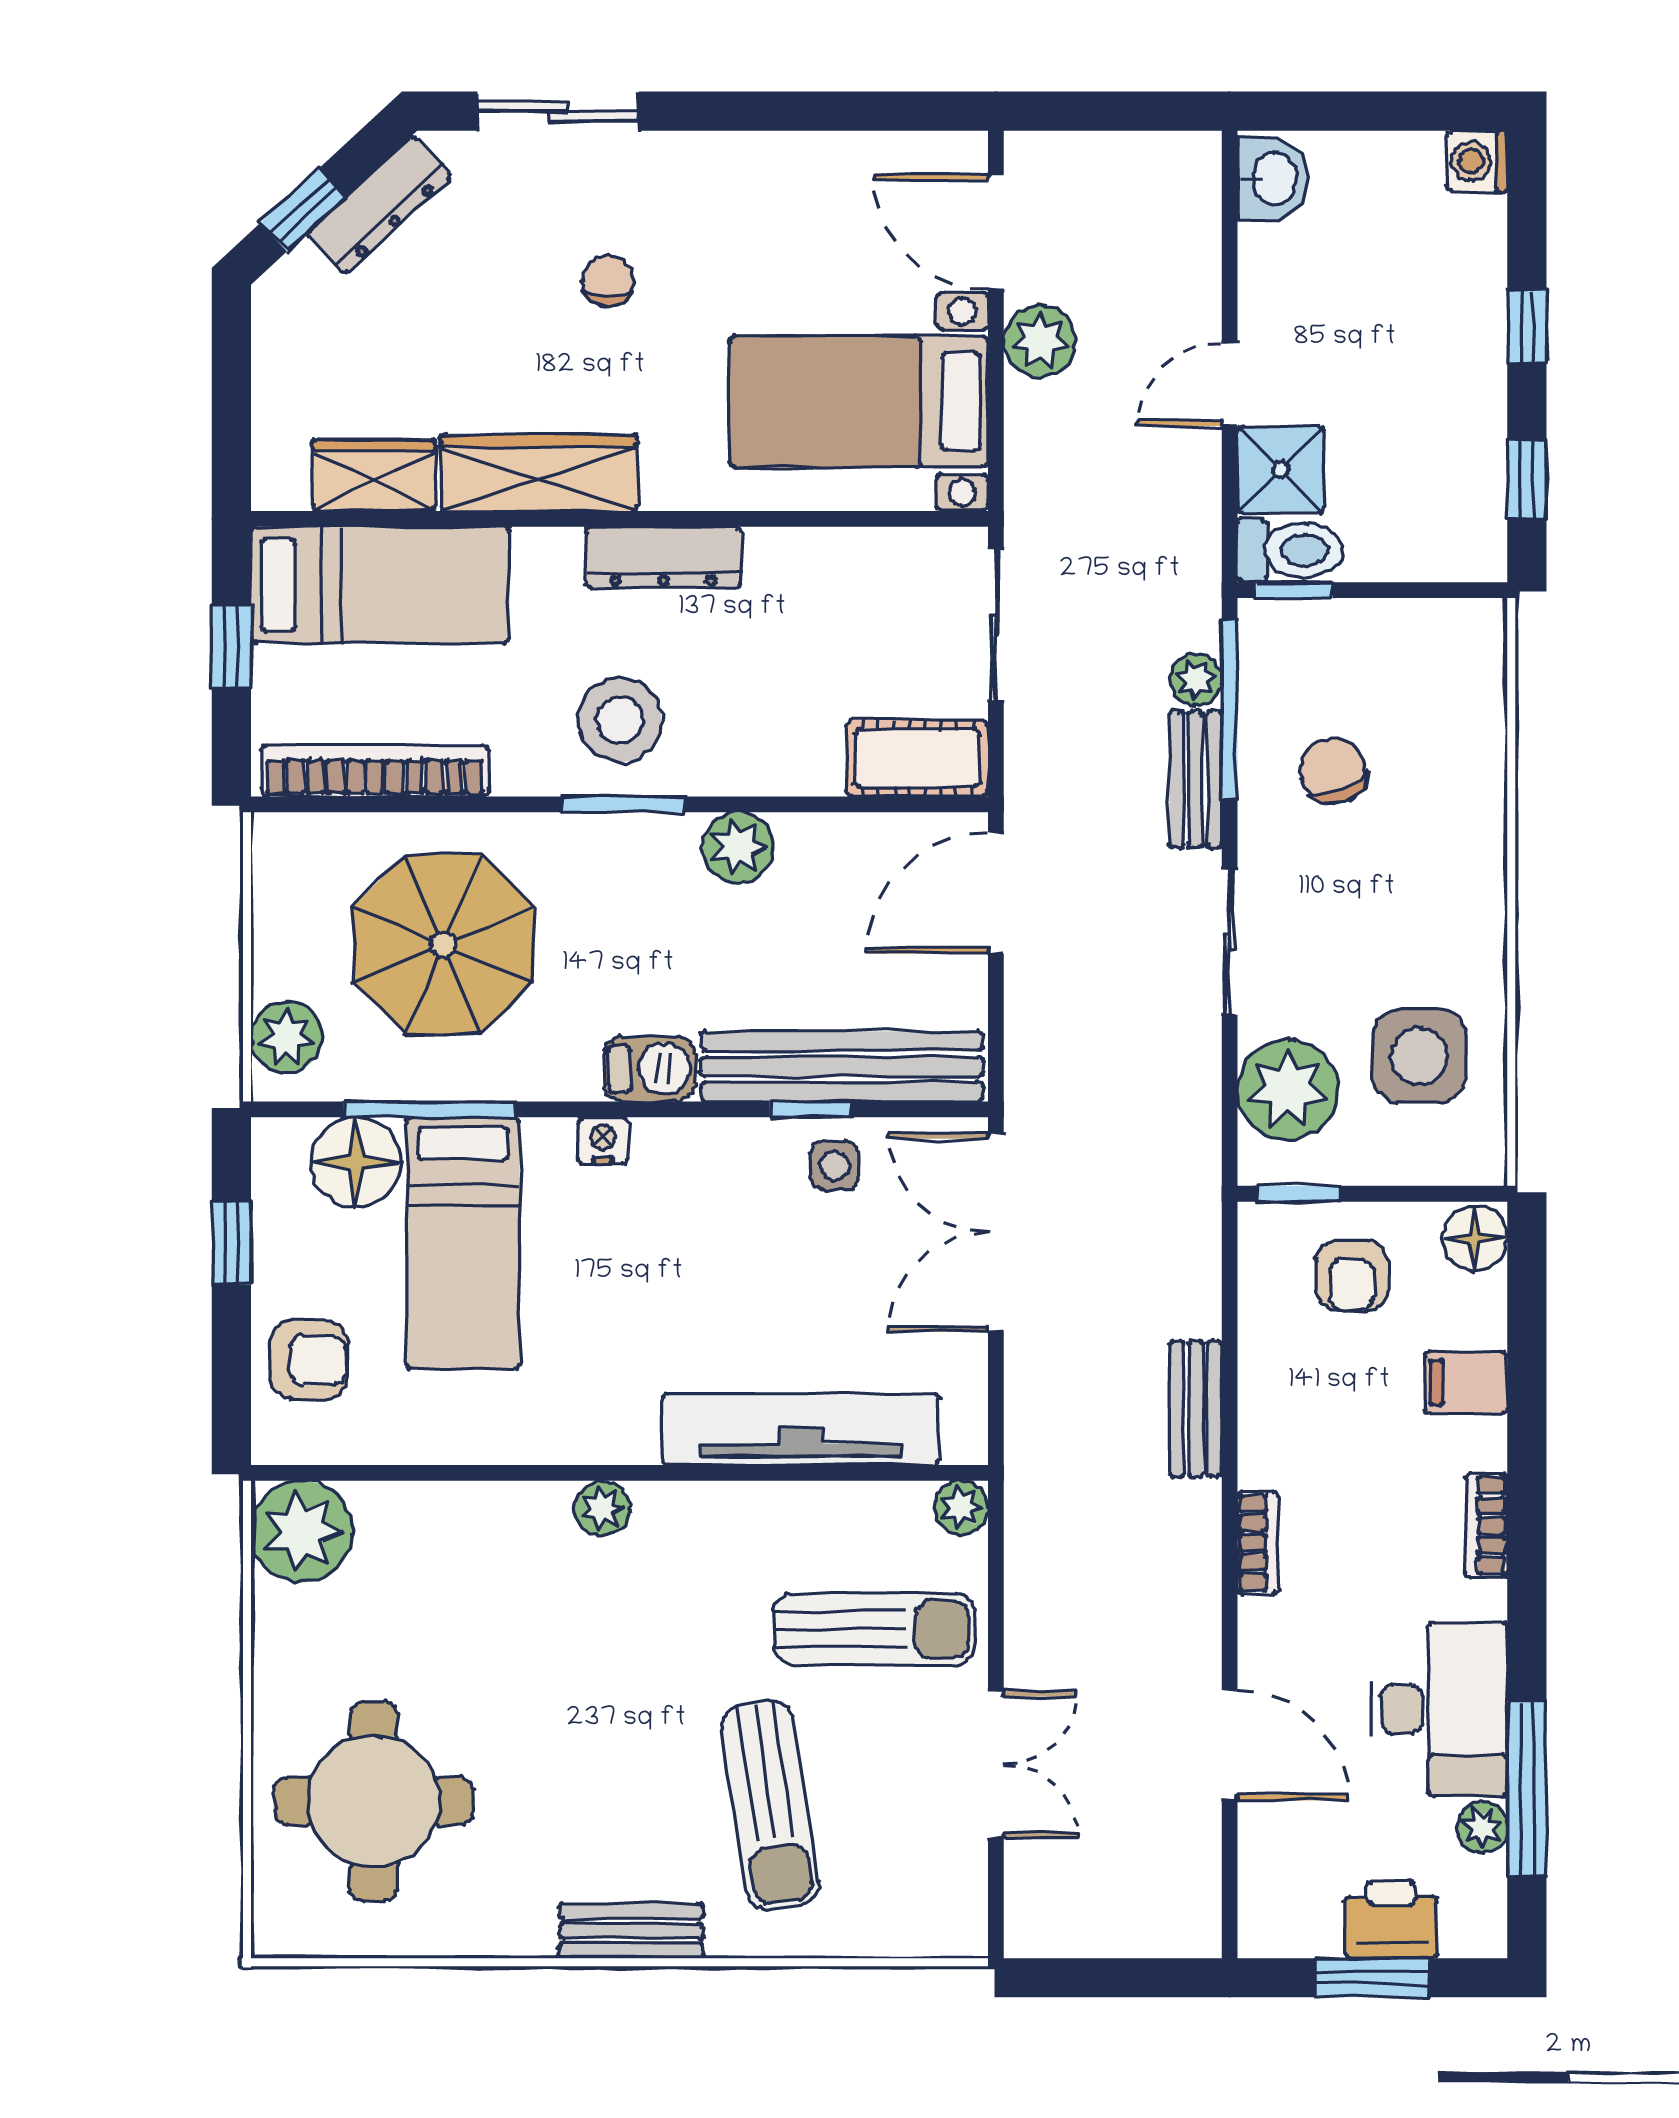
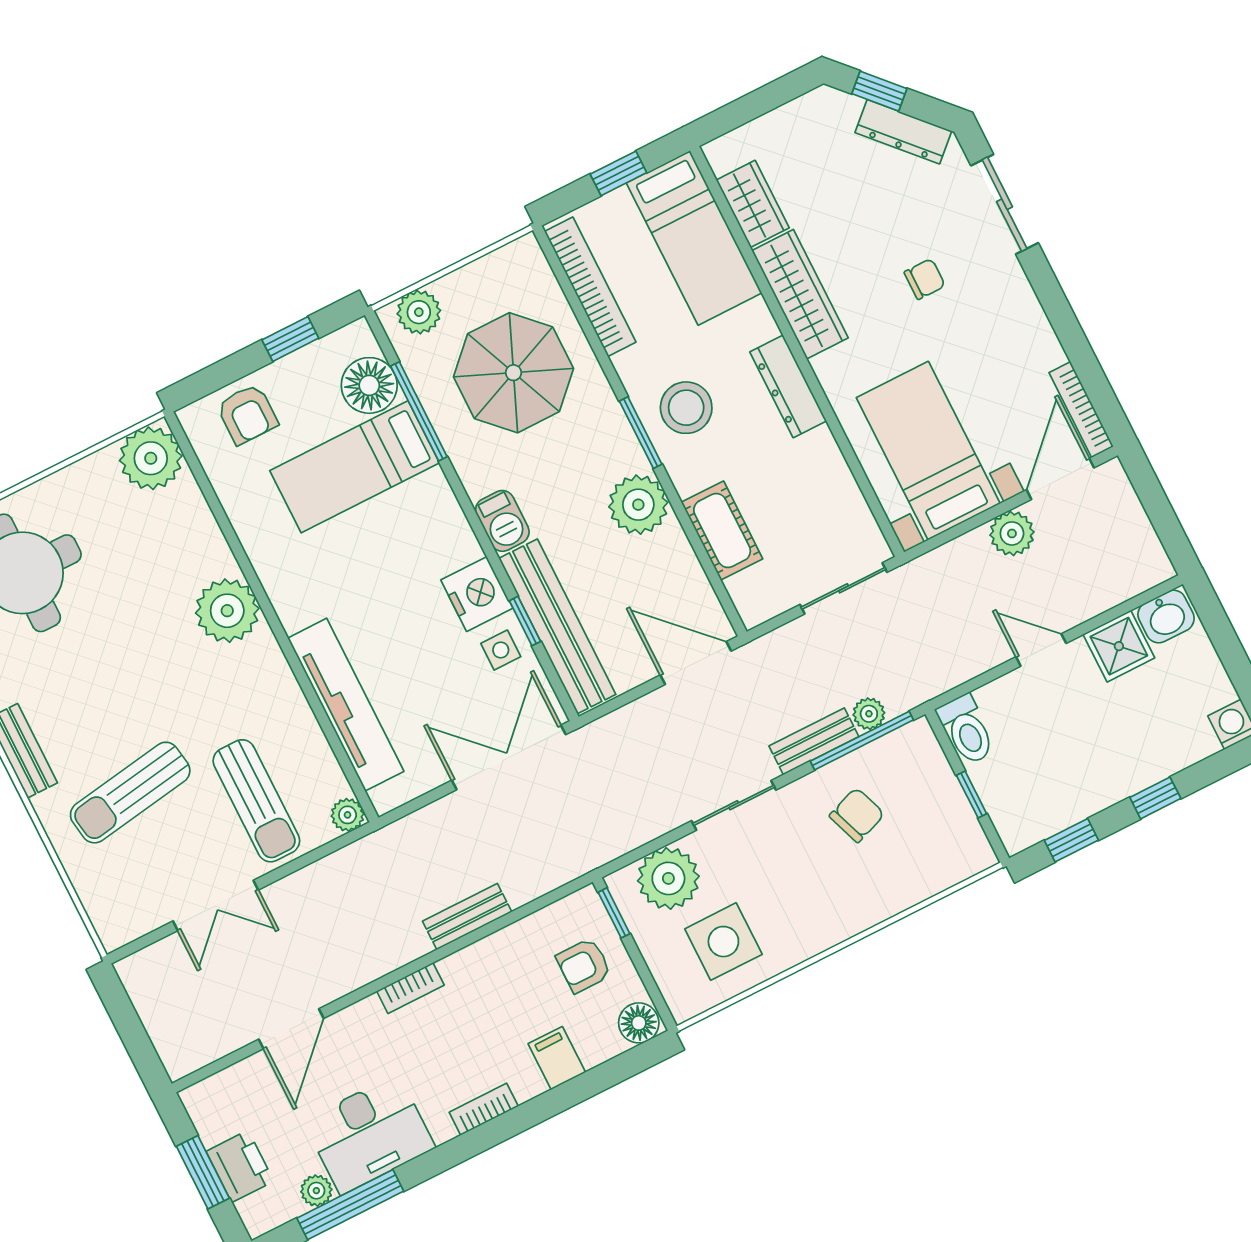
bookcase: (911, 150) -> (1081, 410), added
shower: (1281, 470) -> (1119, 646), moved
window: (1294, 590) -> (972, 795), moved
cot: (917, 758) -> (722, 530), moved
plant: (738, 847) -> (638, 505), width x1.36, depth x1.36
nightstand: (603, 1141) -> (477, 594), moved, width x1.89, depth x1.79
plant: (602, 1508) -> (227, 611), width x1.87, depth x1.87

